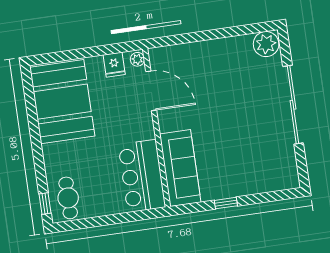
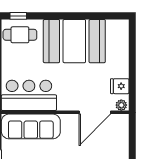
booth: (62, 102) -> (74, 41), moved

